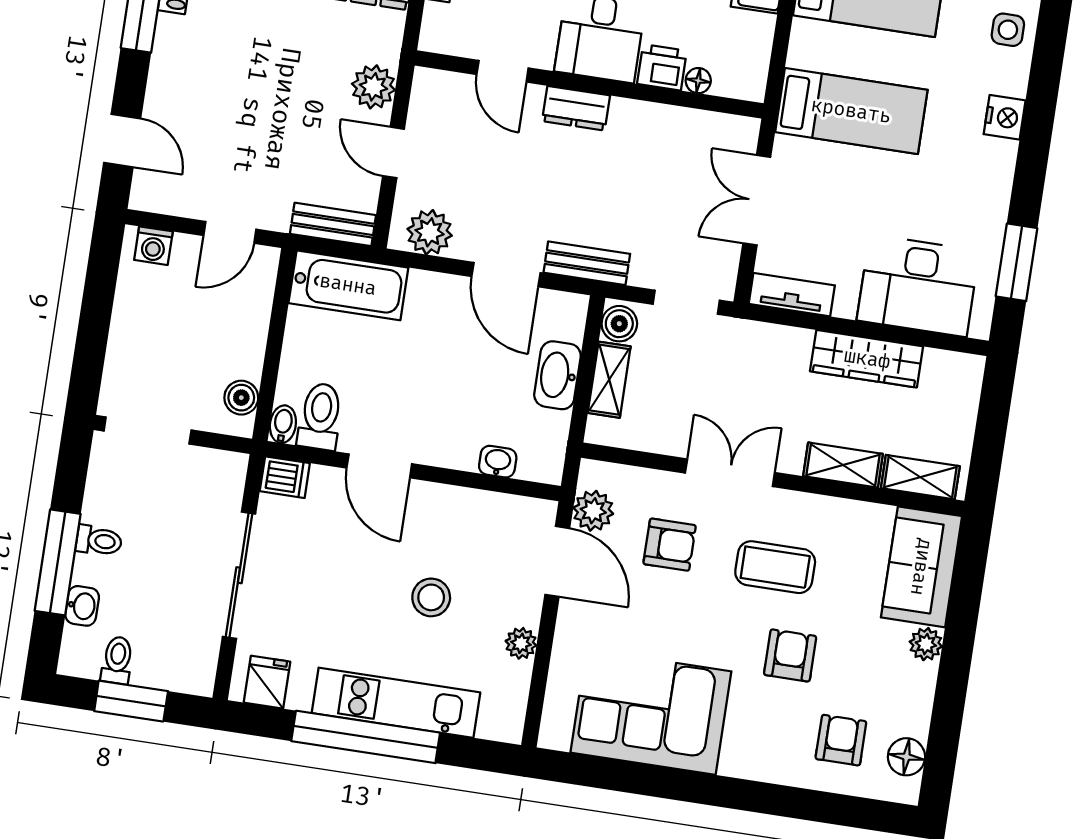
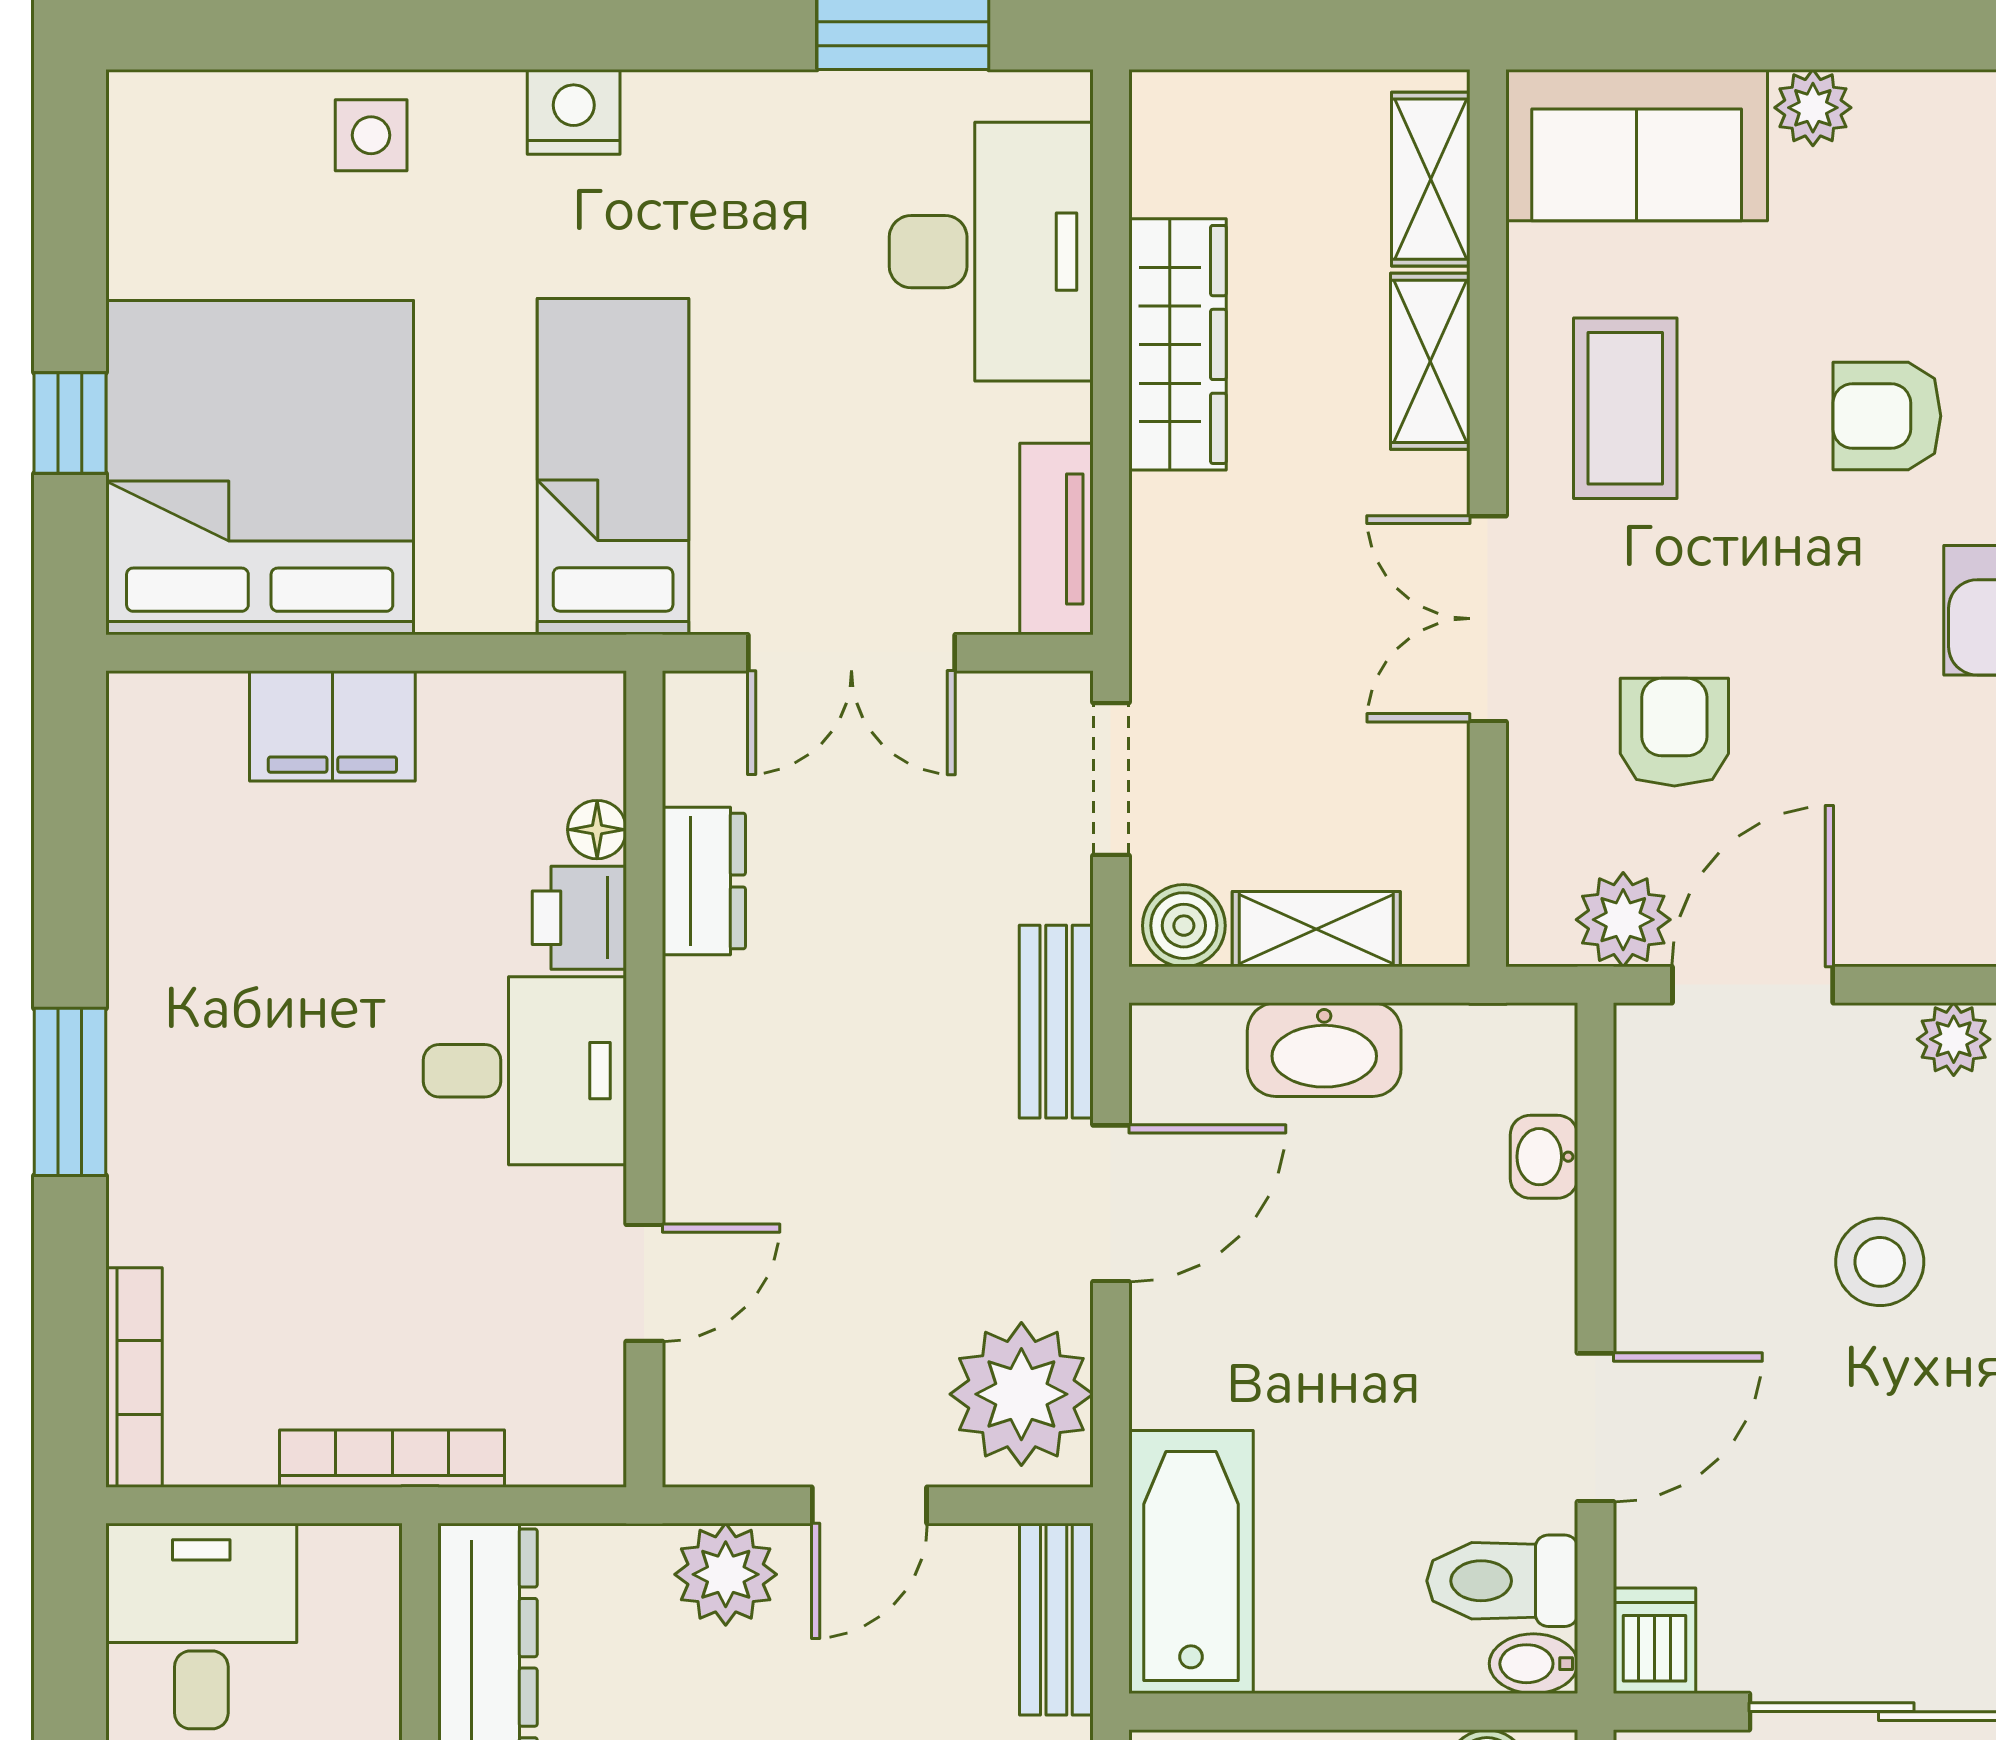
dresser: (576, 108) -> (704, 881), moved
plant: (430, 232) -> (1021, 1394), width x1.36, depth x1.36
coffee table: (775, 567) -> (1625, 408), moved

